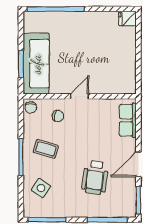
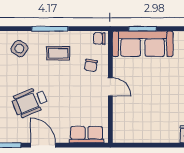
coffee table: (46, 149) -> (58, 53), turned 74
wheelchair: (95, 178) -> (30, 102), turned -30

